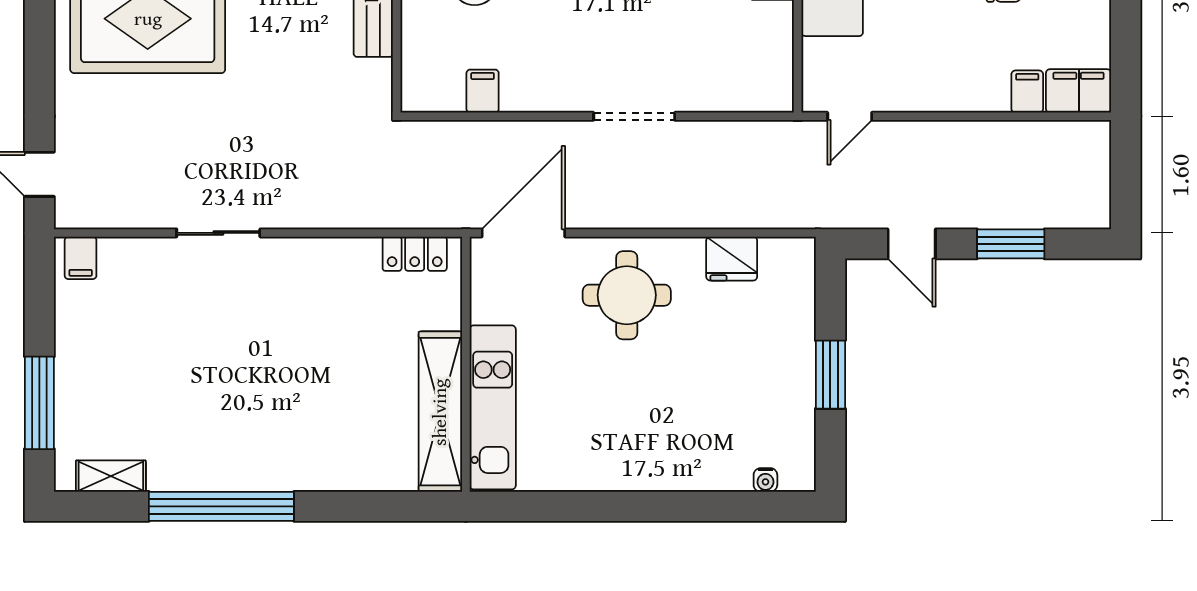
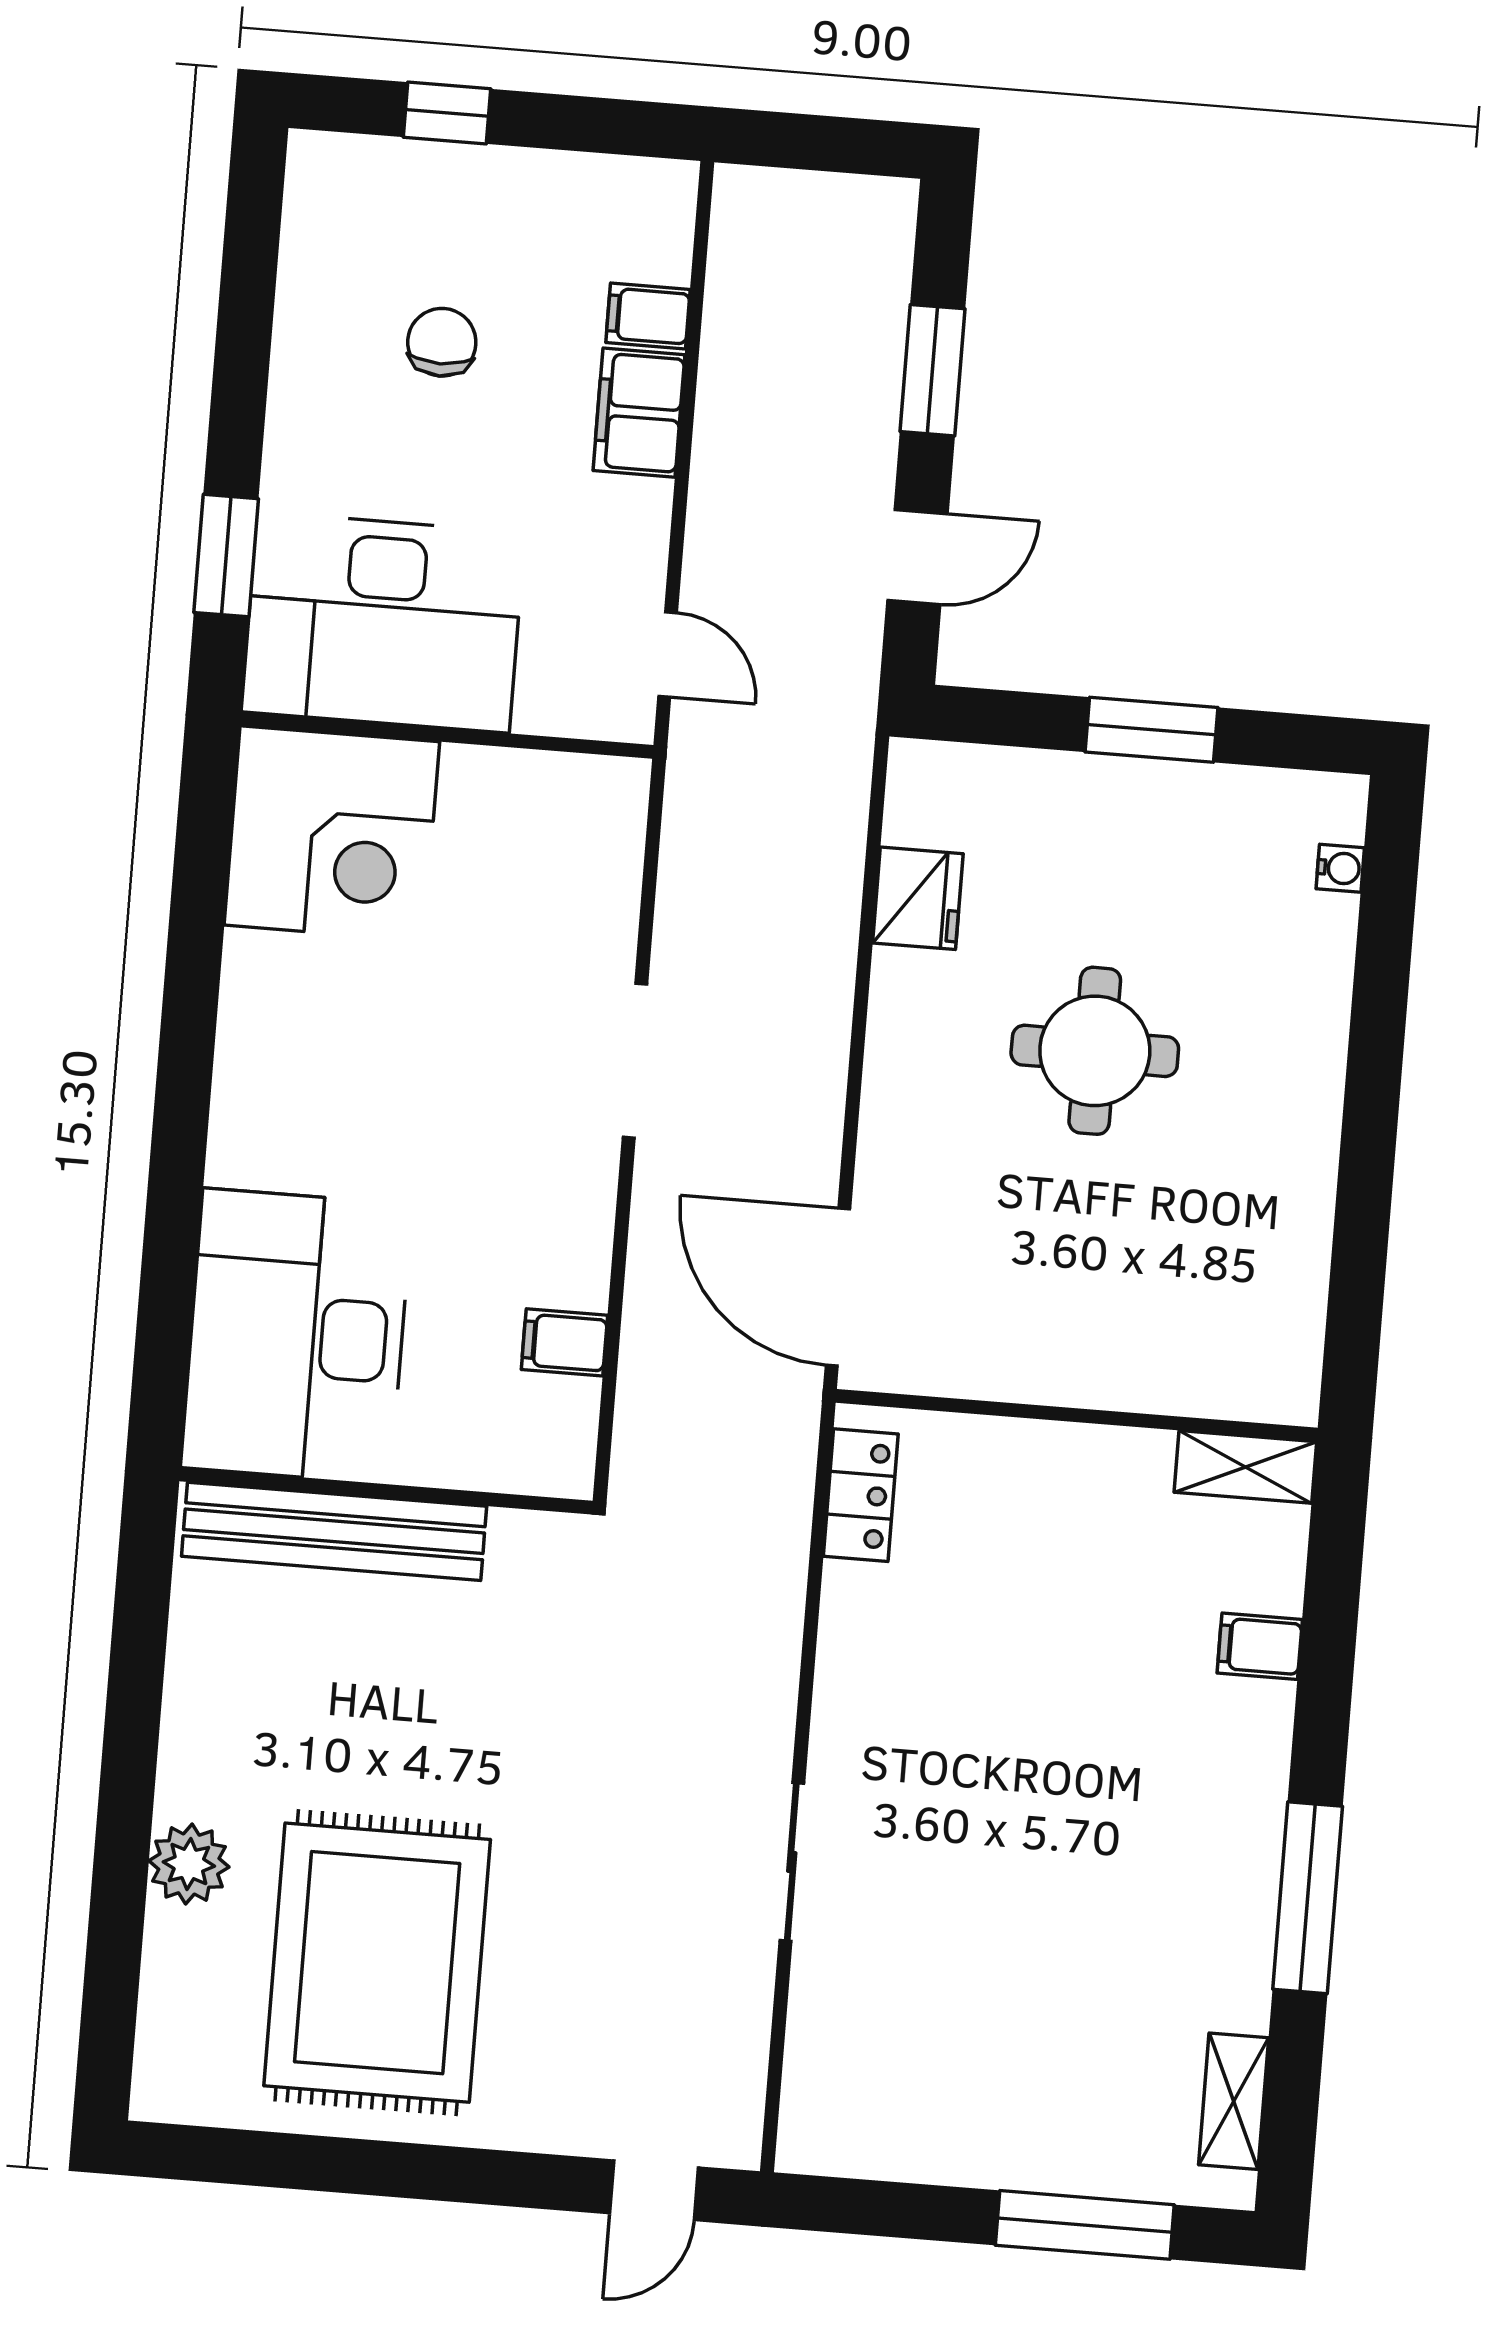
filing cabinet: (1079, 91) -> (639, 413), moved
filing cabinet: (81, 258) -> (1260, 1646), moved, turned 180
round table: (627, 295) -> (1095, 1051), moved
kitchen unit: (493, 407) -> (1162, 1371), removed
shelving: (440, 412) -> (1245, 1467), width x0.45, depth x0.75
window: (221, 506) -> (1308, 1898), width x0.68

